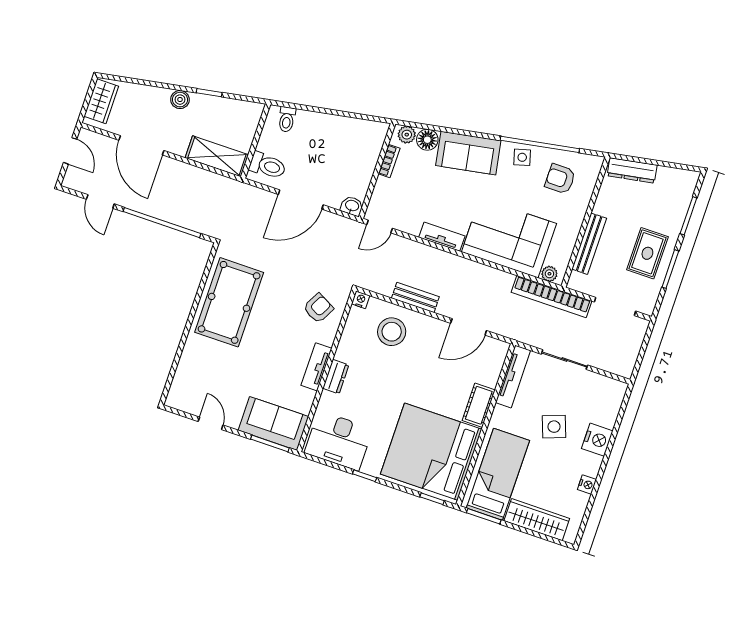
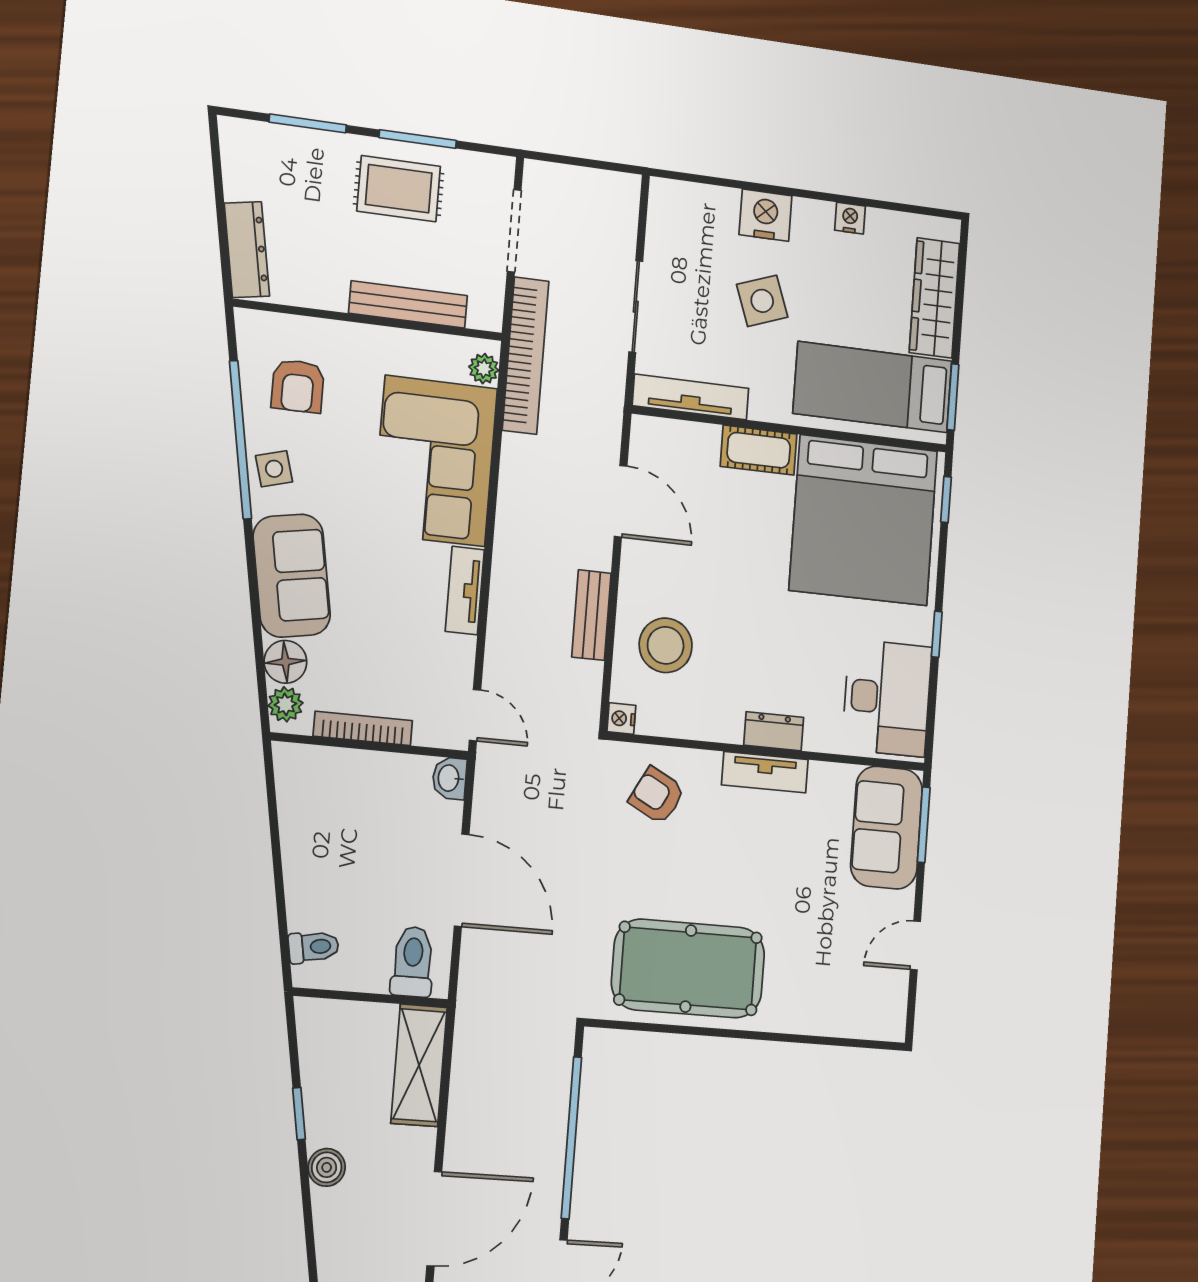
bookcase: (389, 161) -> (363, 728), width x1.56

